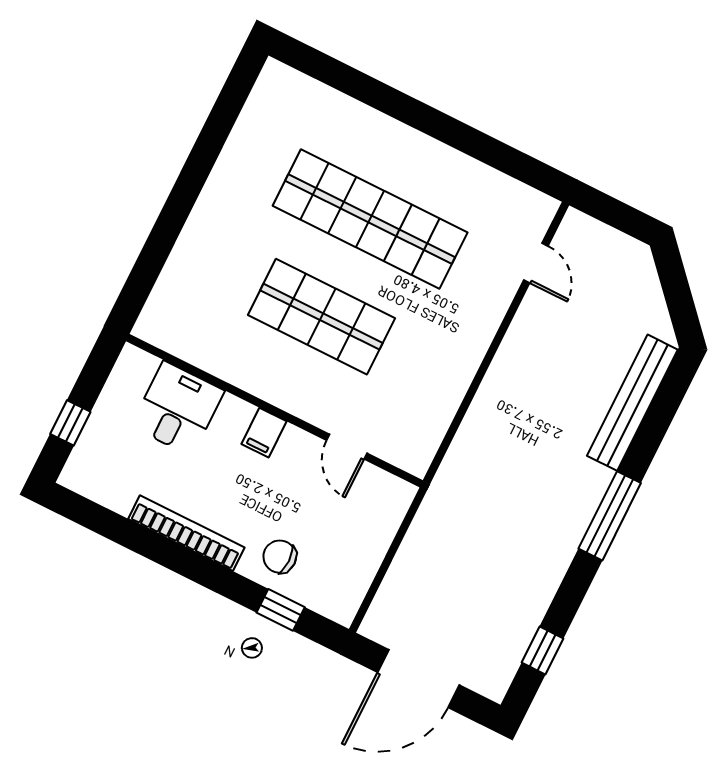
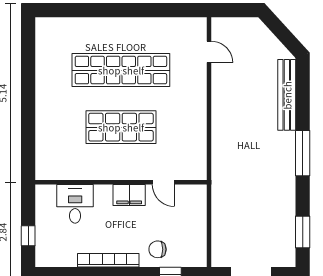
filing cabinet: (264, 433) -> (129, 195), width x2.00
window: (543, 651) -> (303, 232), width x1.50

